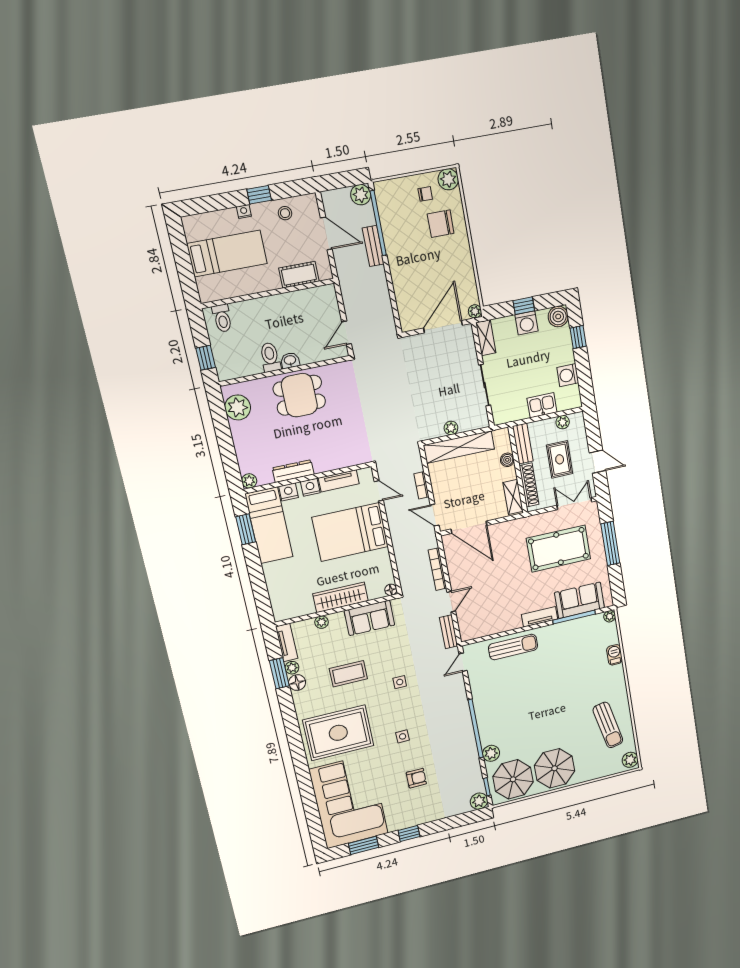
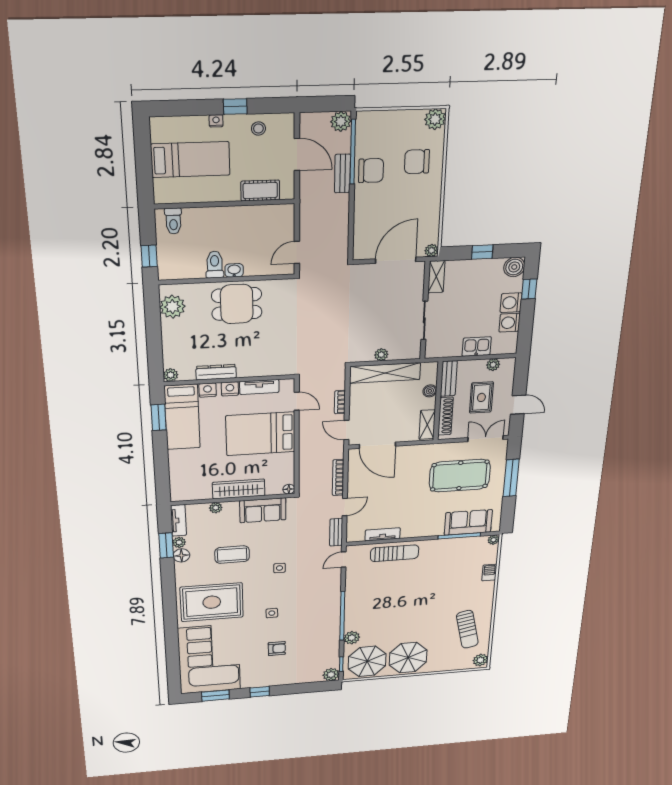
chair: (425, 194) -> (371, 171), moved, width x1.87, depth x1.87
washing machine: (527, 323) -> (511, 303), moved, turned 90
tv unit: (539, 617) -> (383, 534), moved

